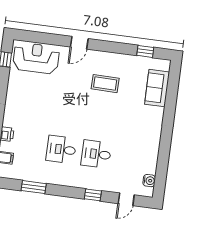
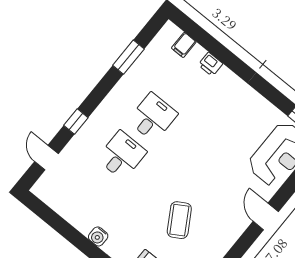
coffee table: (105, 84) -> (179, 220), moved, turned -32
water cooler: (149, 181) -> (98, 236), moved

